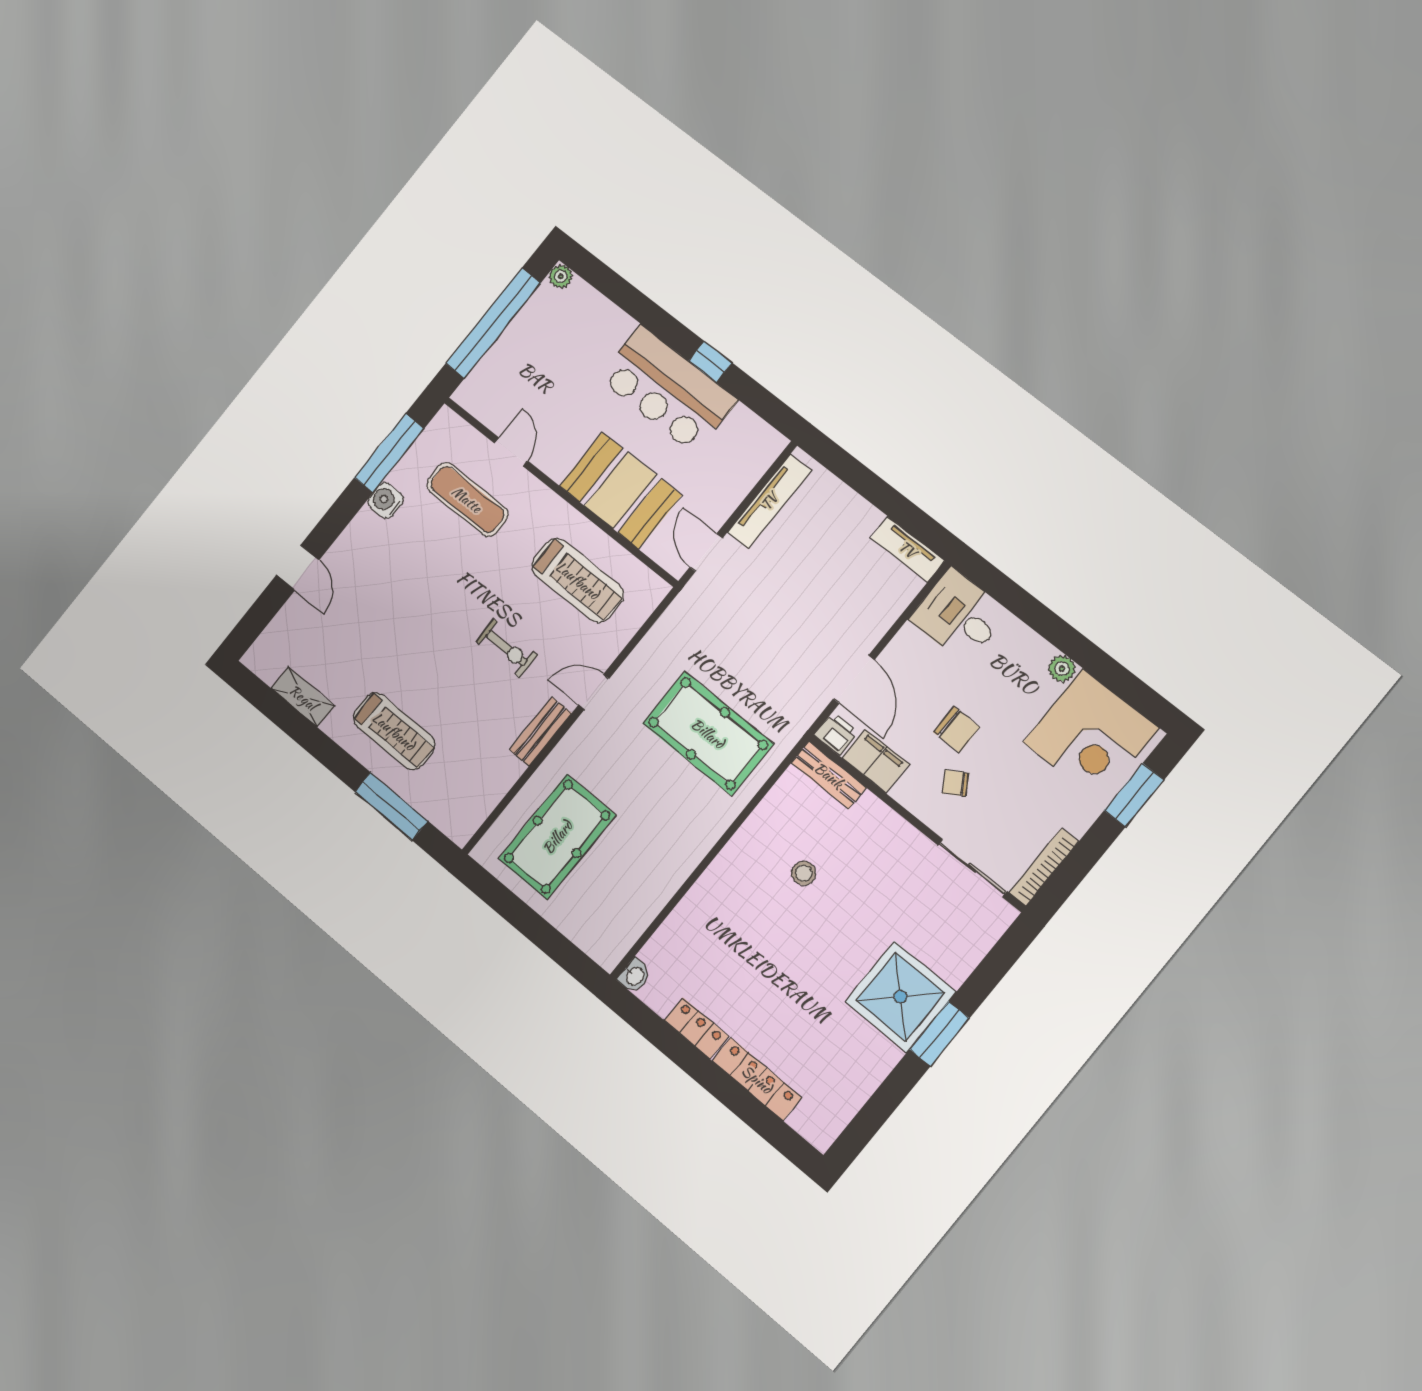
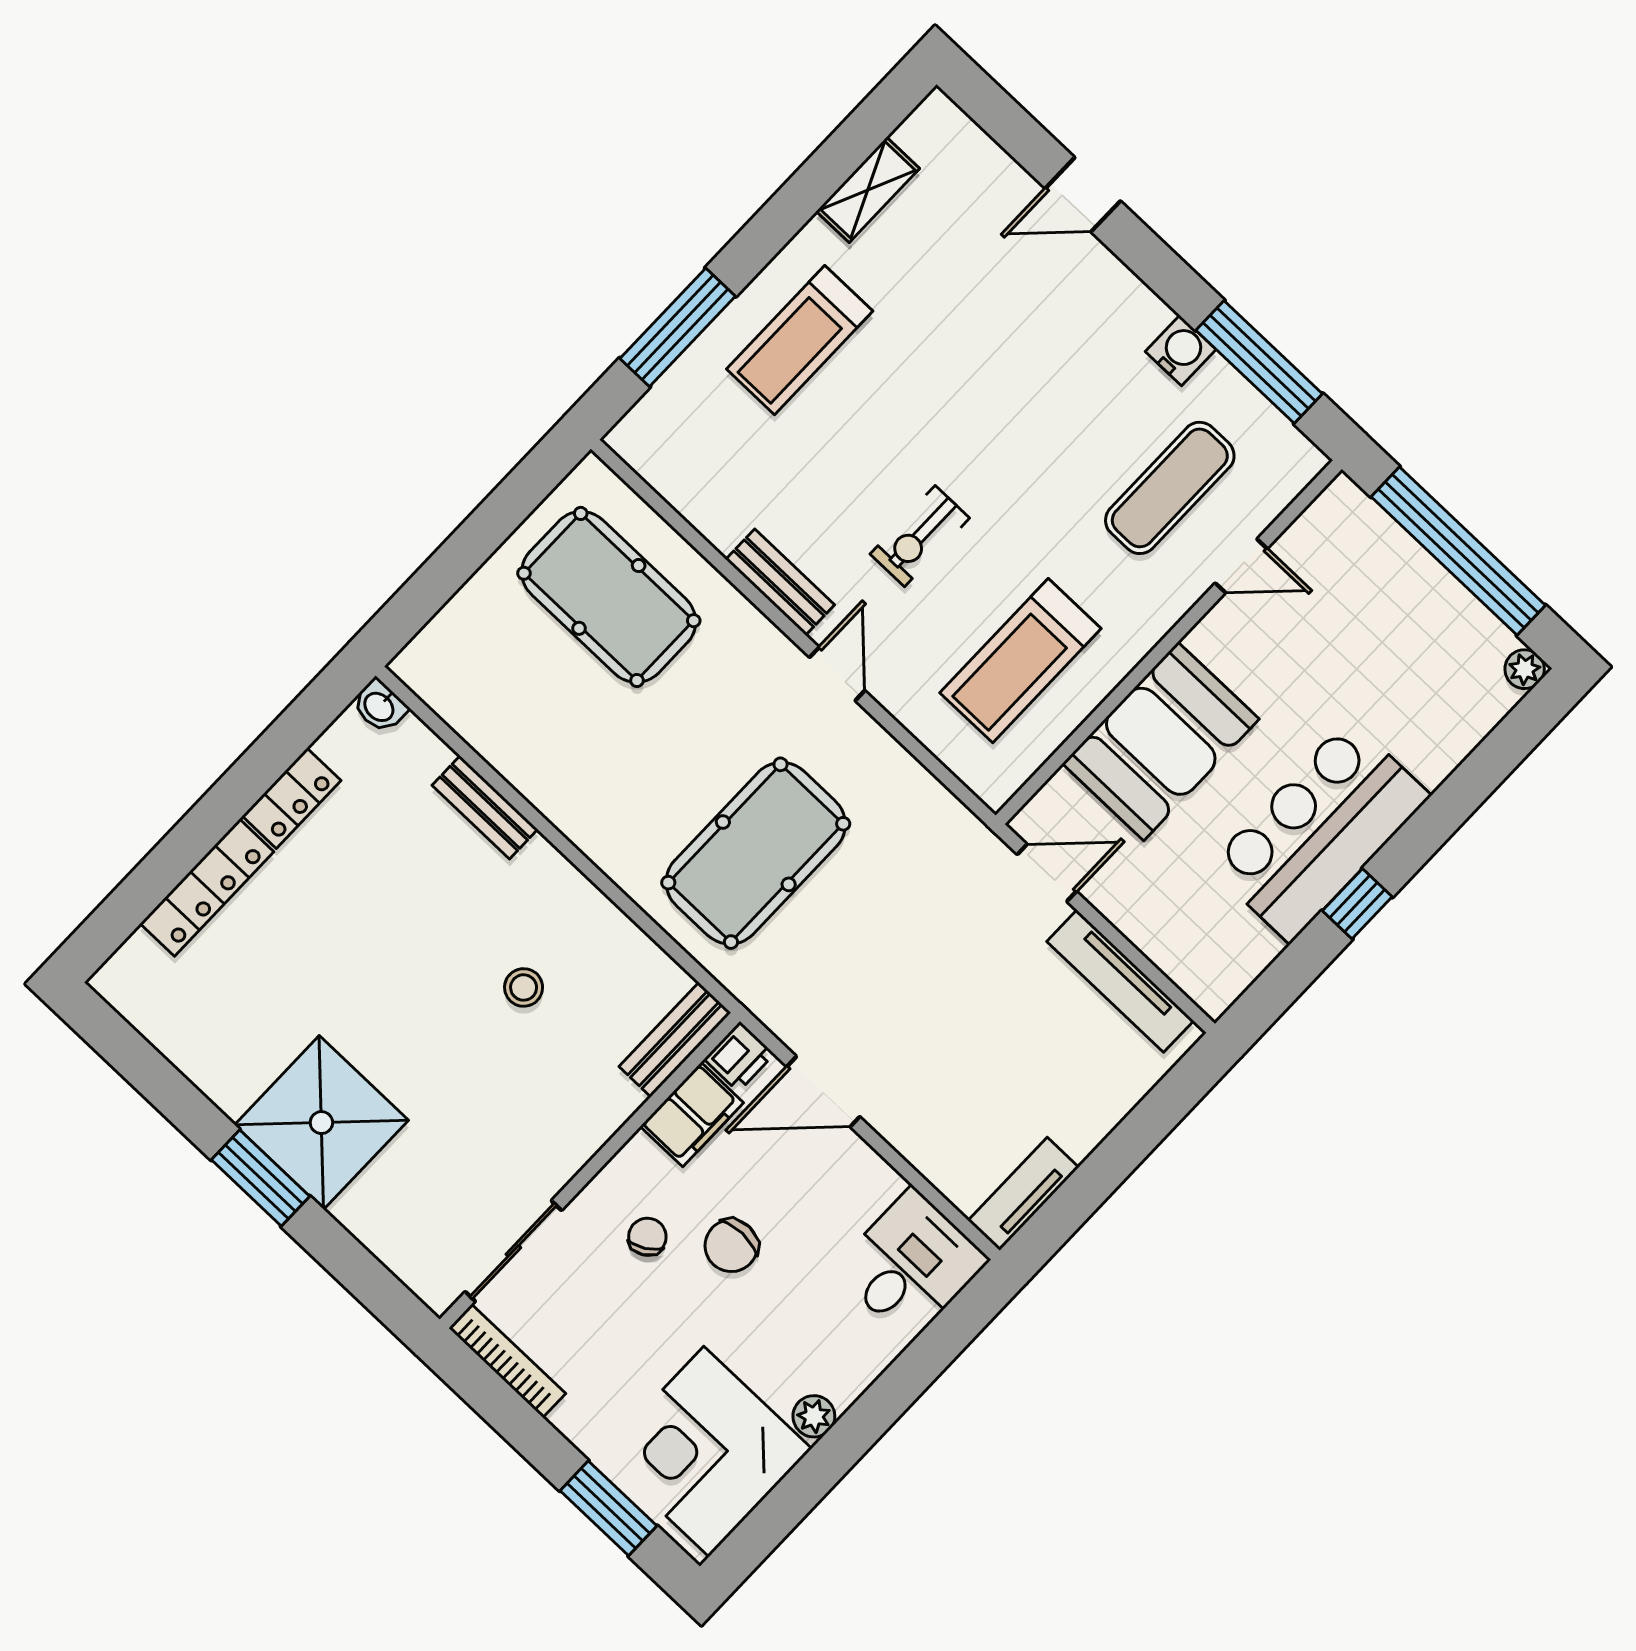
bench: (693, 905) -> (485, 807), added

